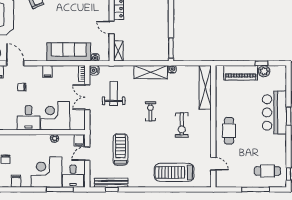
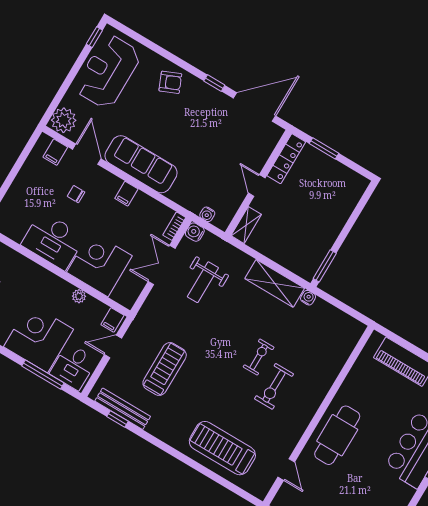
sofa: (69, 52) -> (141, 164), moved
shelving: (205, 87) -> (340, 352), removed
weight bench: (114, 93) -> (203, 282), turned 180
exercise bike: (150, 111) -> (259, 357), moved
desk: (29, 118) -> (53, 241), width x1.37
cafe table: (229, 131) -> (337, 435), width x1.37, depth x1.35

